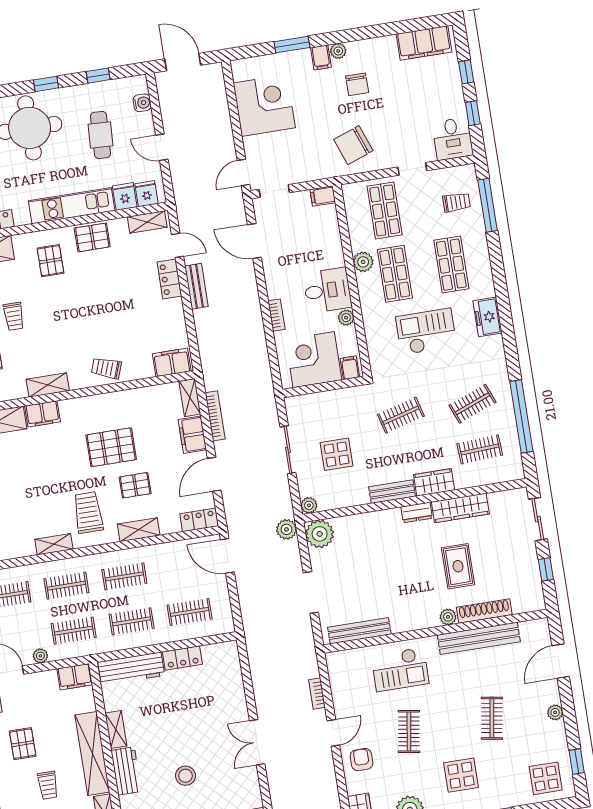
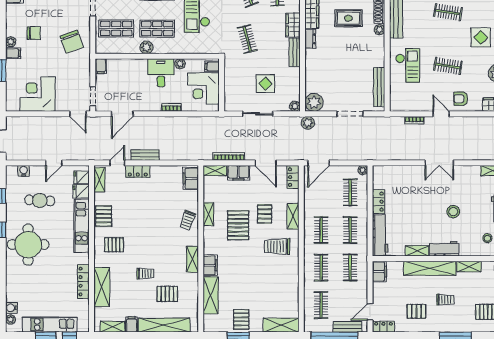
shelving: (54, 544) -> (208, 214), moved
plant: (40, 656) -> (363, 170), moved

